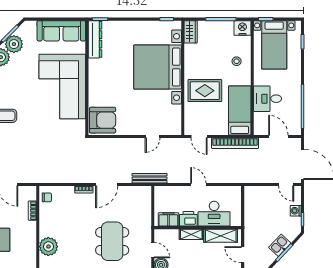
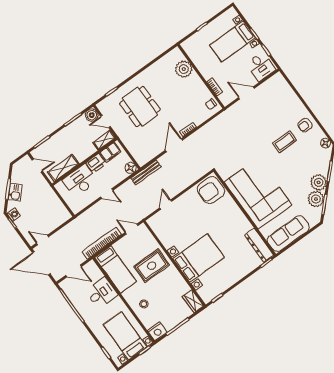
bed with nightstands: (158, 67) -> (199, 258), width x0.73
floor lamp: (160, 192) -> (131, 168), added
washing machine: (296, 211) -> (14, 215), moved
shelving: (191, 234) -> (104, 140), moved

